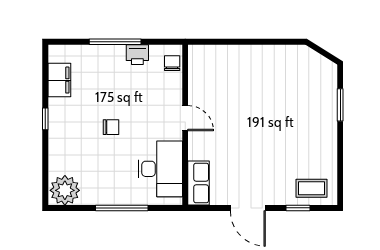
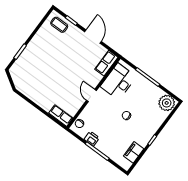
row of seats: (209, 54) -> (61, 116), added

